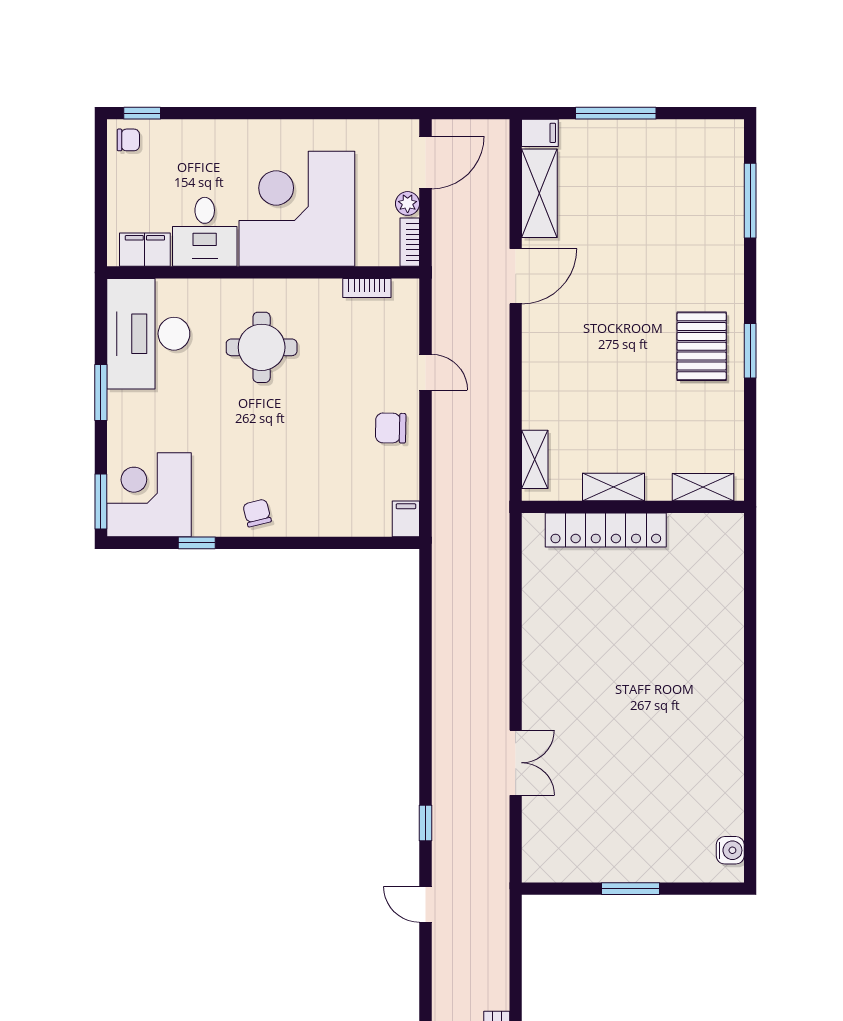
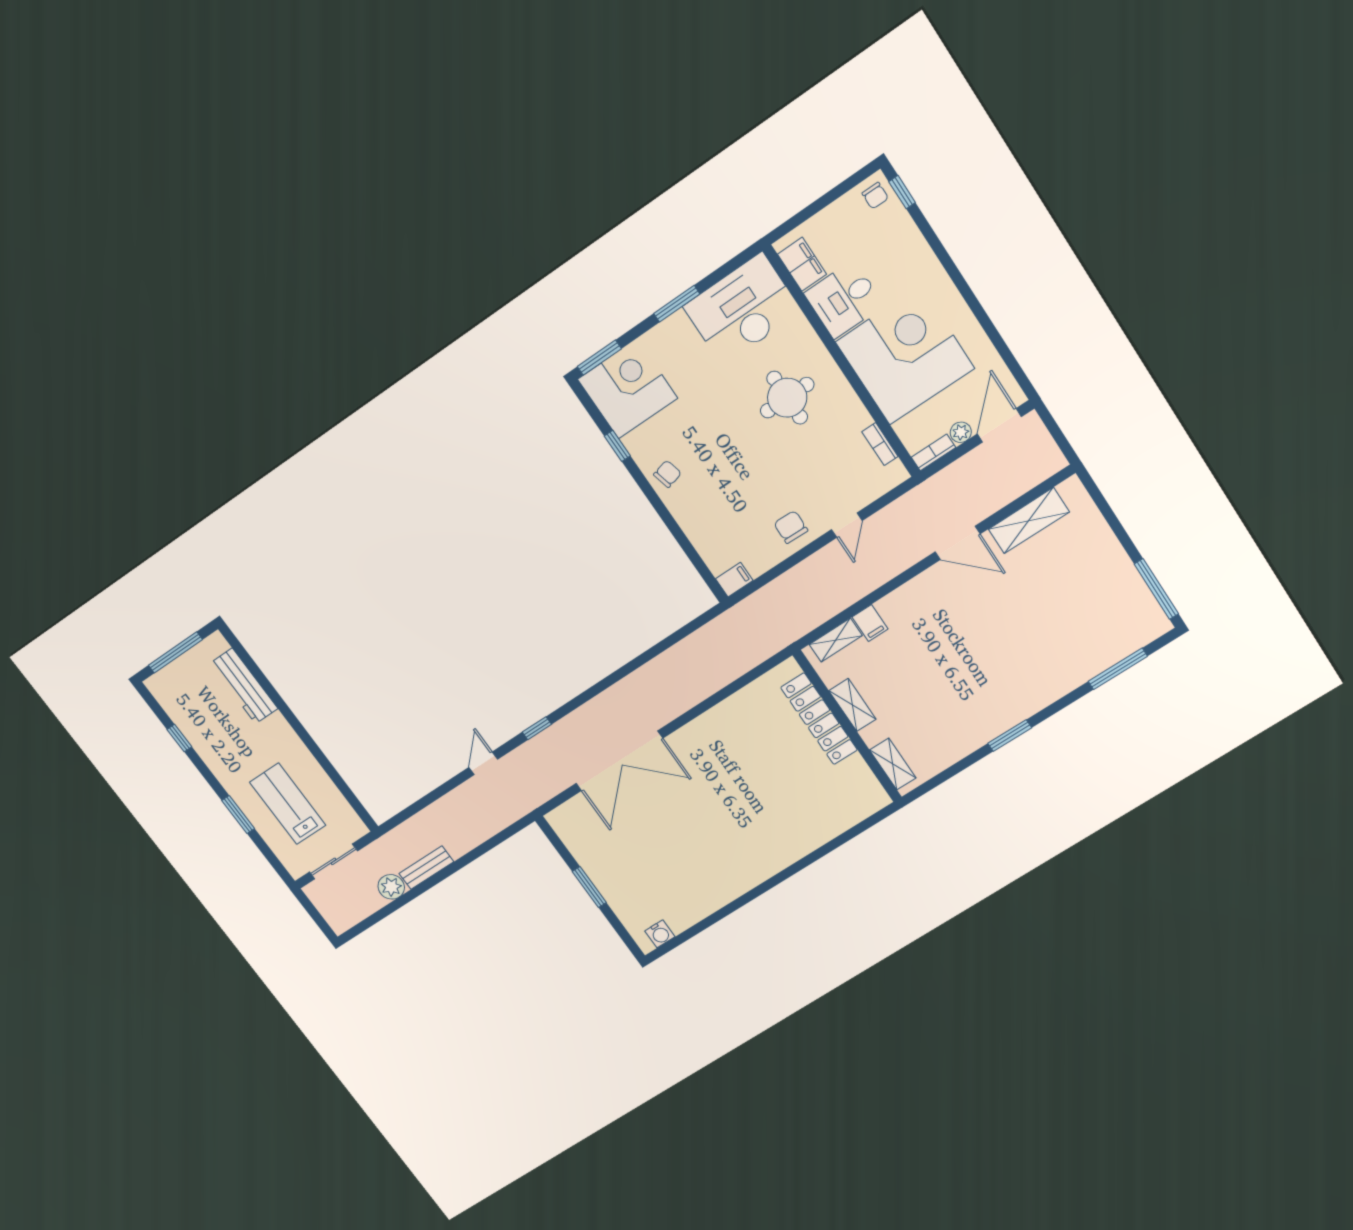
window: (616, 113) -> (1156, 589), moved
filing cabinet: (540, 133) -> (870, 623), moved
door: (426, 162) -> (999, 425), swing flipped
pallet: (702, 346) -> (991, 701), removed
double door: (516, 763) -> (619, 761), width x1.87

